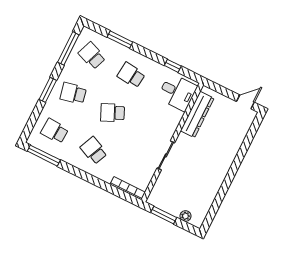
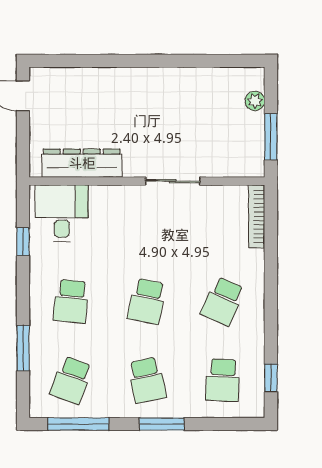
school desk: (112, 113) -> (147, 301), turned 36
window: (44, 156) -> (271, 378), width x0.46

